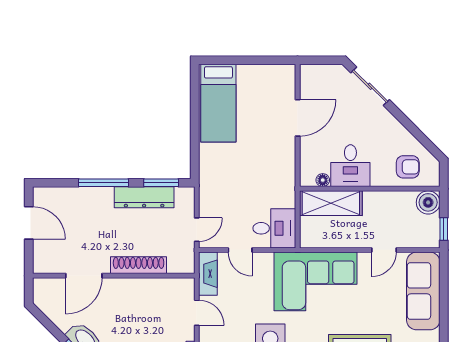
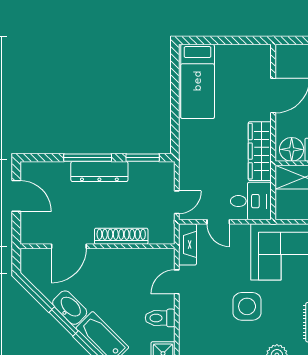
wardrobe: (284, 176) -> (260, 151), added
floor lamp: (323, 180) -> (292, 149), width x1.89, depth x1.89
dresser: (144, 197) -> (99, 171), moved
door: (197, 313) -> (177, 282), swing flipped

